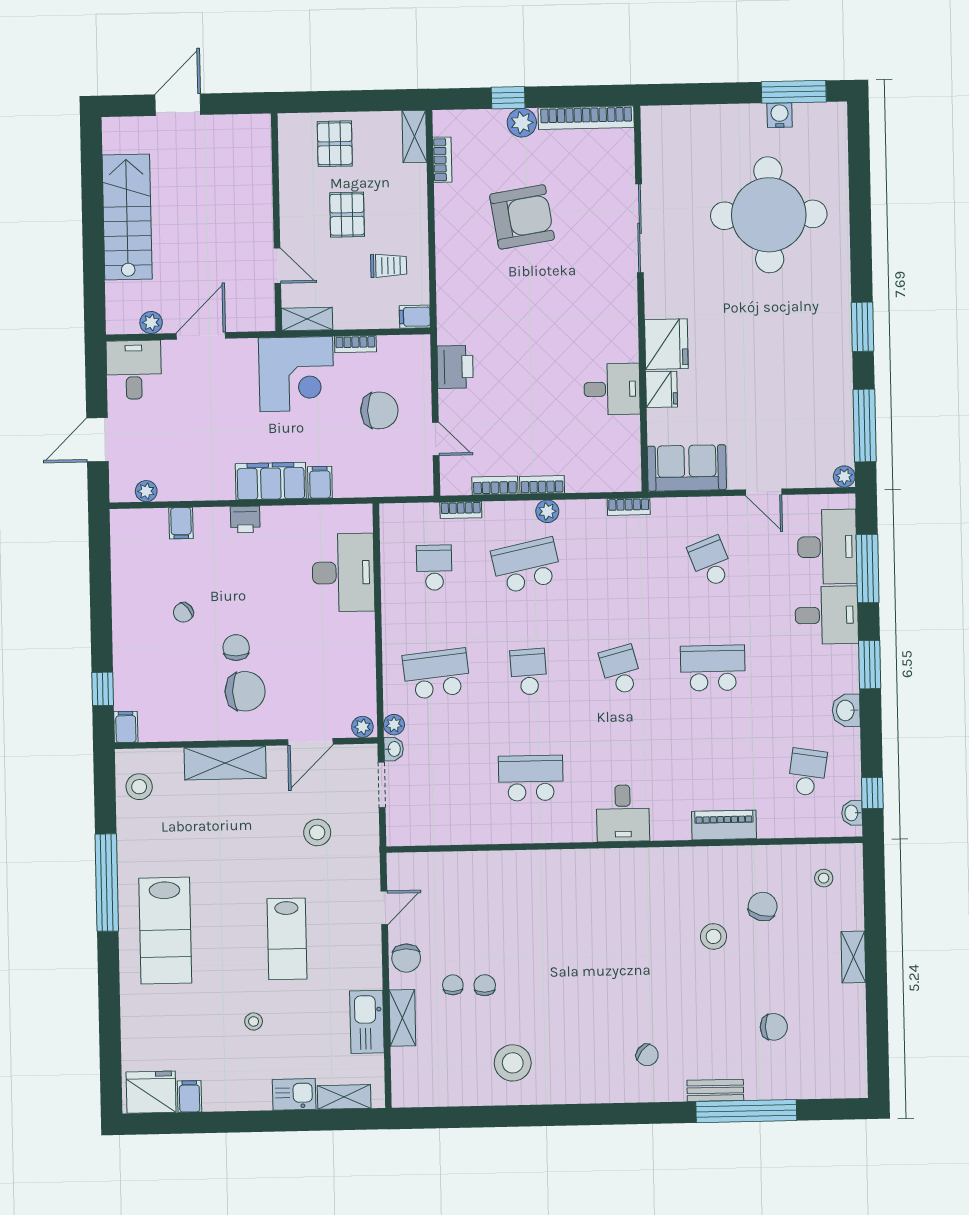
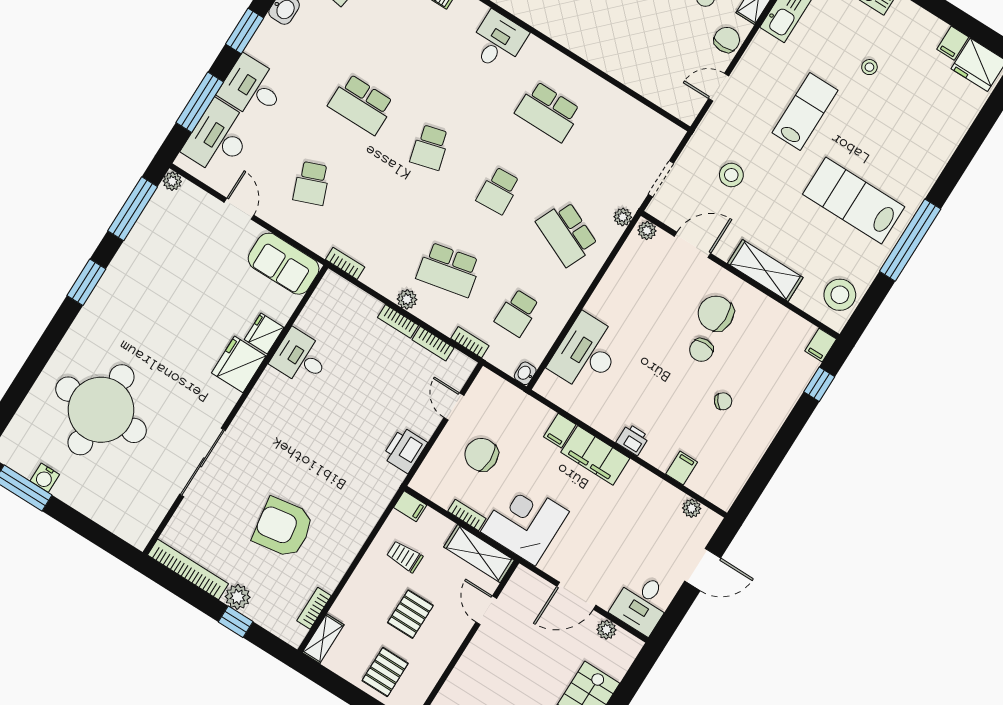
shelving: (307, 319) -> (479, 554), width x1.50, depth x1.33
school desk: (436, 674) -> (567, 234), turned 30
washbasin: (394, 749) -> (525, 373), moved
stool: (139, 787) -> (840, 295), width x1.38, depth x1.38
lab bench: (165, 931) -> (854, 201), moved, turned -90

